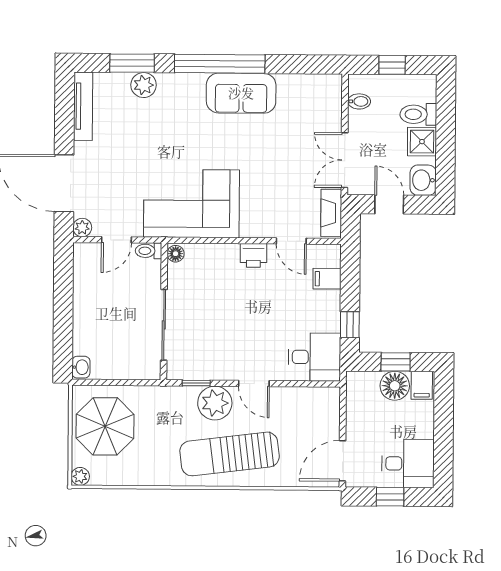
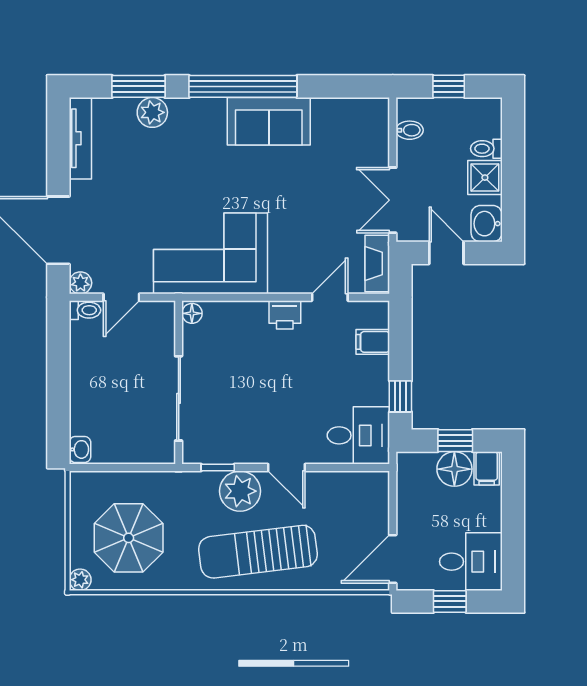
toilet: (418, 114) -> (486, 149), width x0.73, depth x0.72
door: (291, 241) -> (330, 297), swing flipped
toilet: (149, 251) -> (85, 310), moved, turned 180
parasol: (105, 426) -> (129, 538), moved

